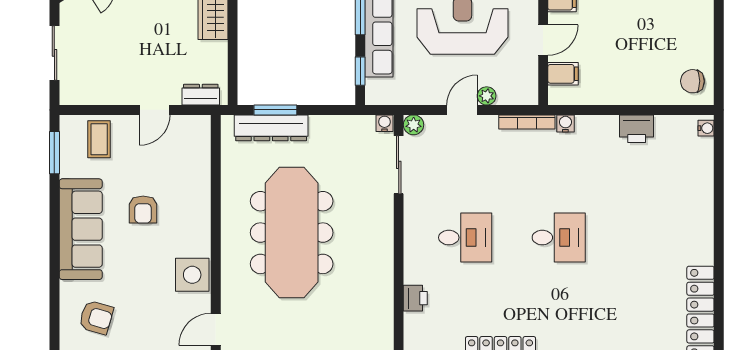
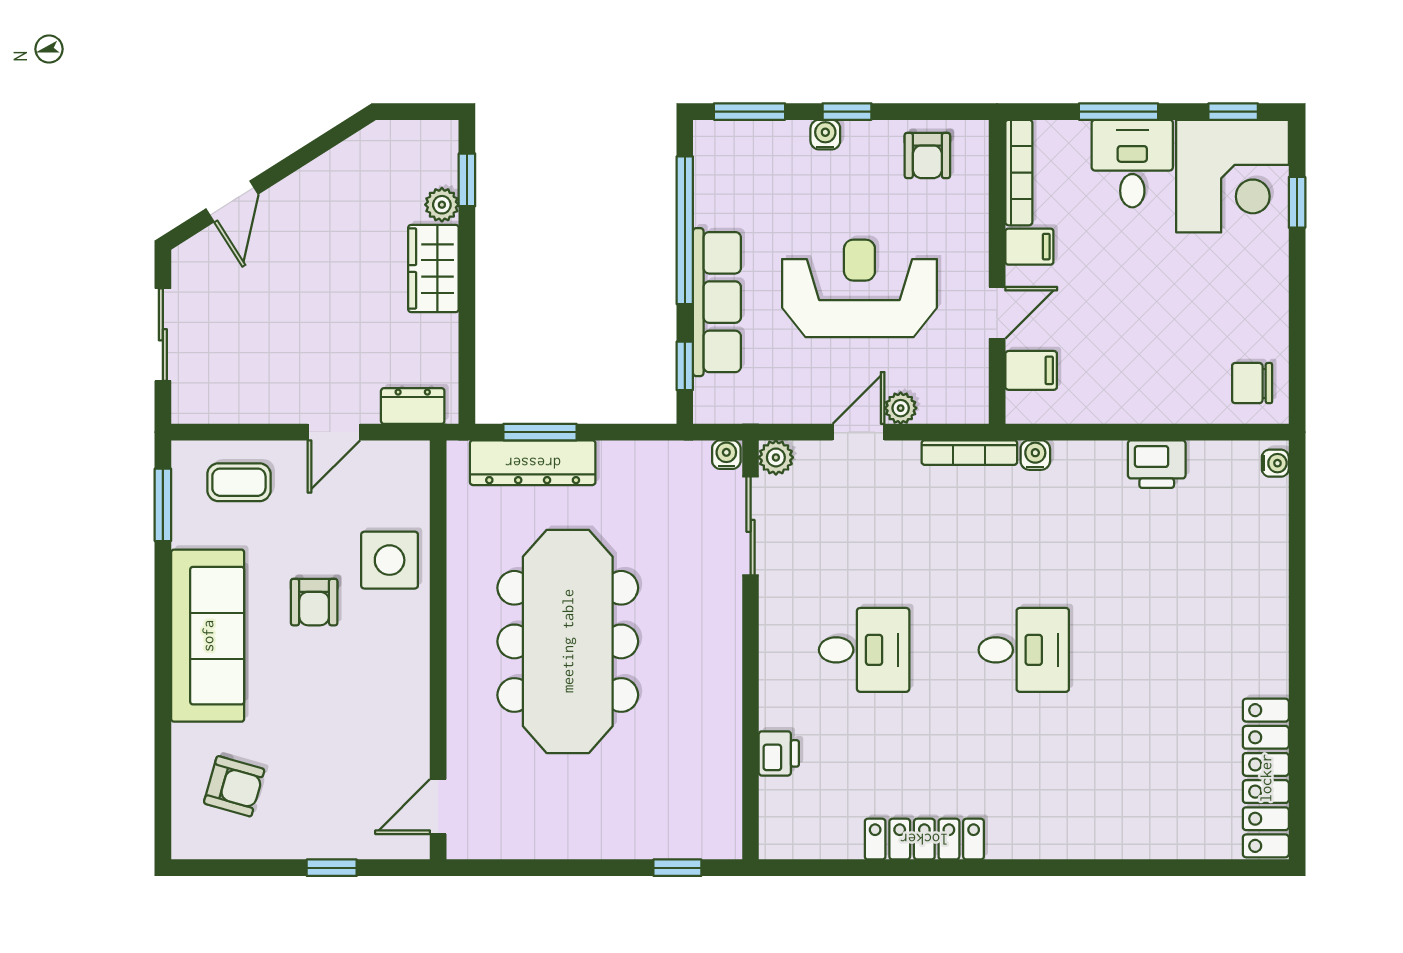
coffee table: (99, 139) -> (239, 482), turned 90
side table: (192, 275) -> (390, 560), moved

